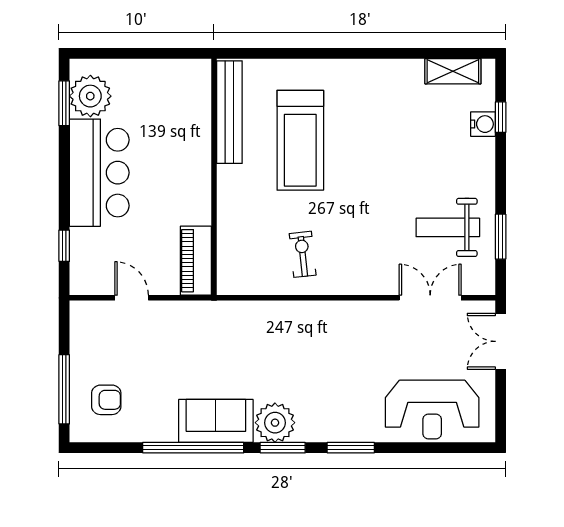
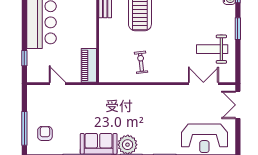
window: (501, 237) -> (238, 29), moved
armchair: (106, 400) -> (45, 133), turned -90

